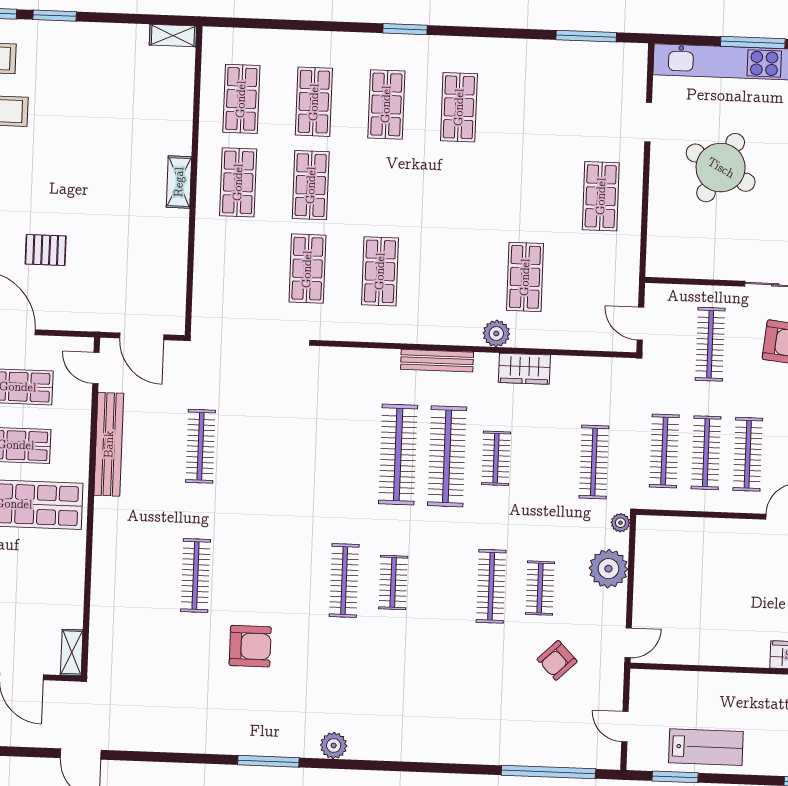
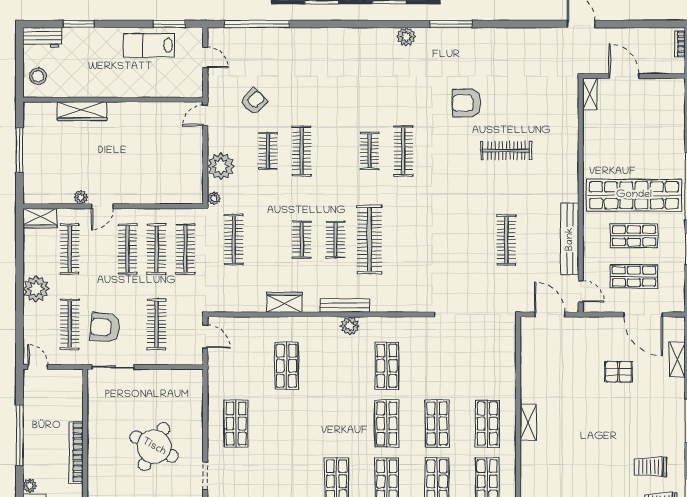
shop shelf: (307, 269) -> (387, 424), moved
plant: (496, 334) -> (350, 326), moved
clothes rail: (447, 456) -> (336, 240), width x0.54, depth x0.76
clothes rail: (196, 576) -> (506, 151), turned 90

